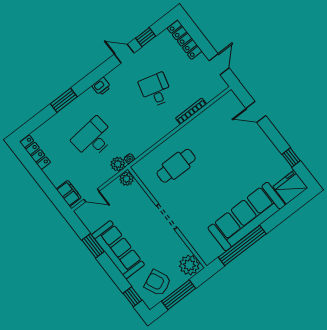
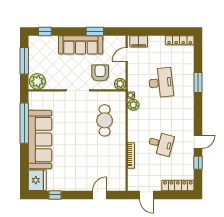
printer: (101, 86) -> (189, 112), removed
plant: (118, 164) -> (133, 105), moved
armchair: (158, 283) -> (100, 73), moved, turned -66

